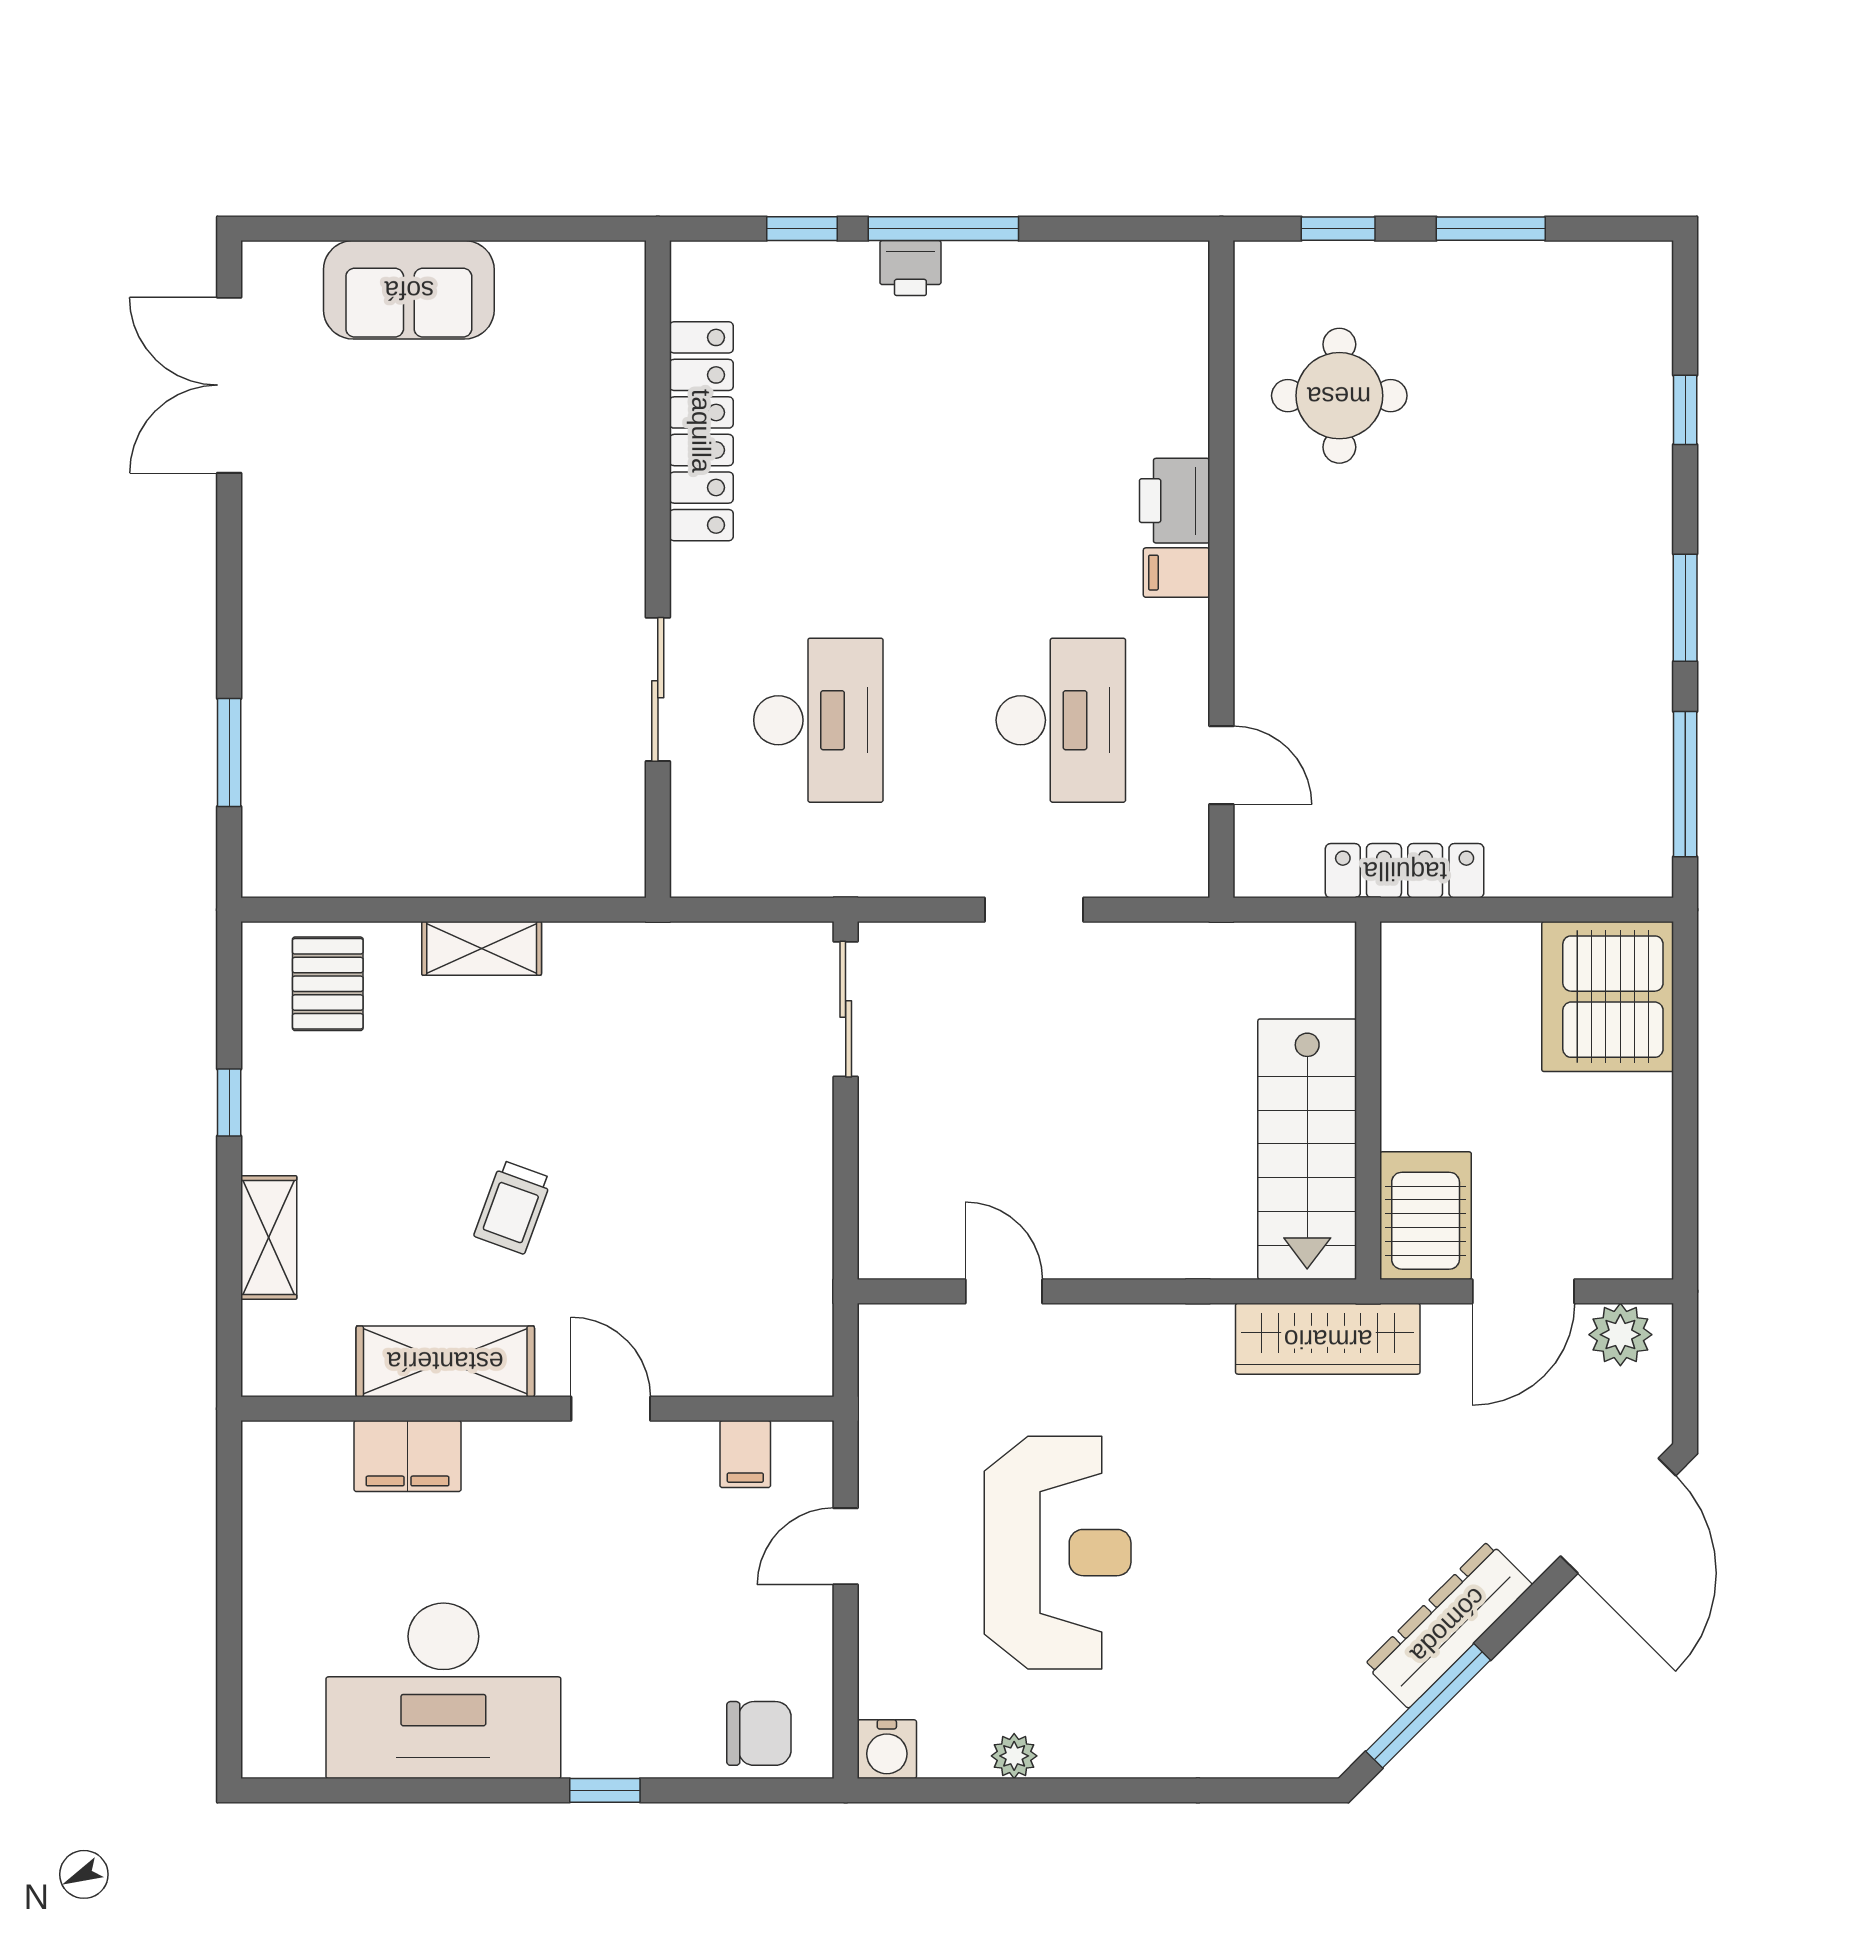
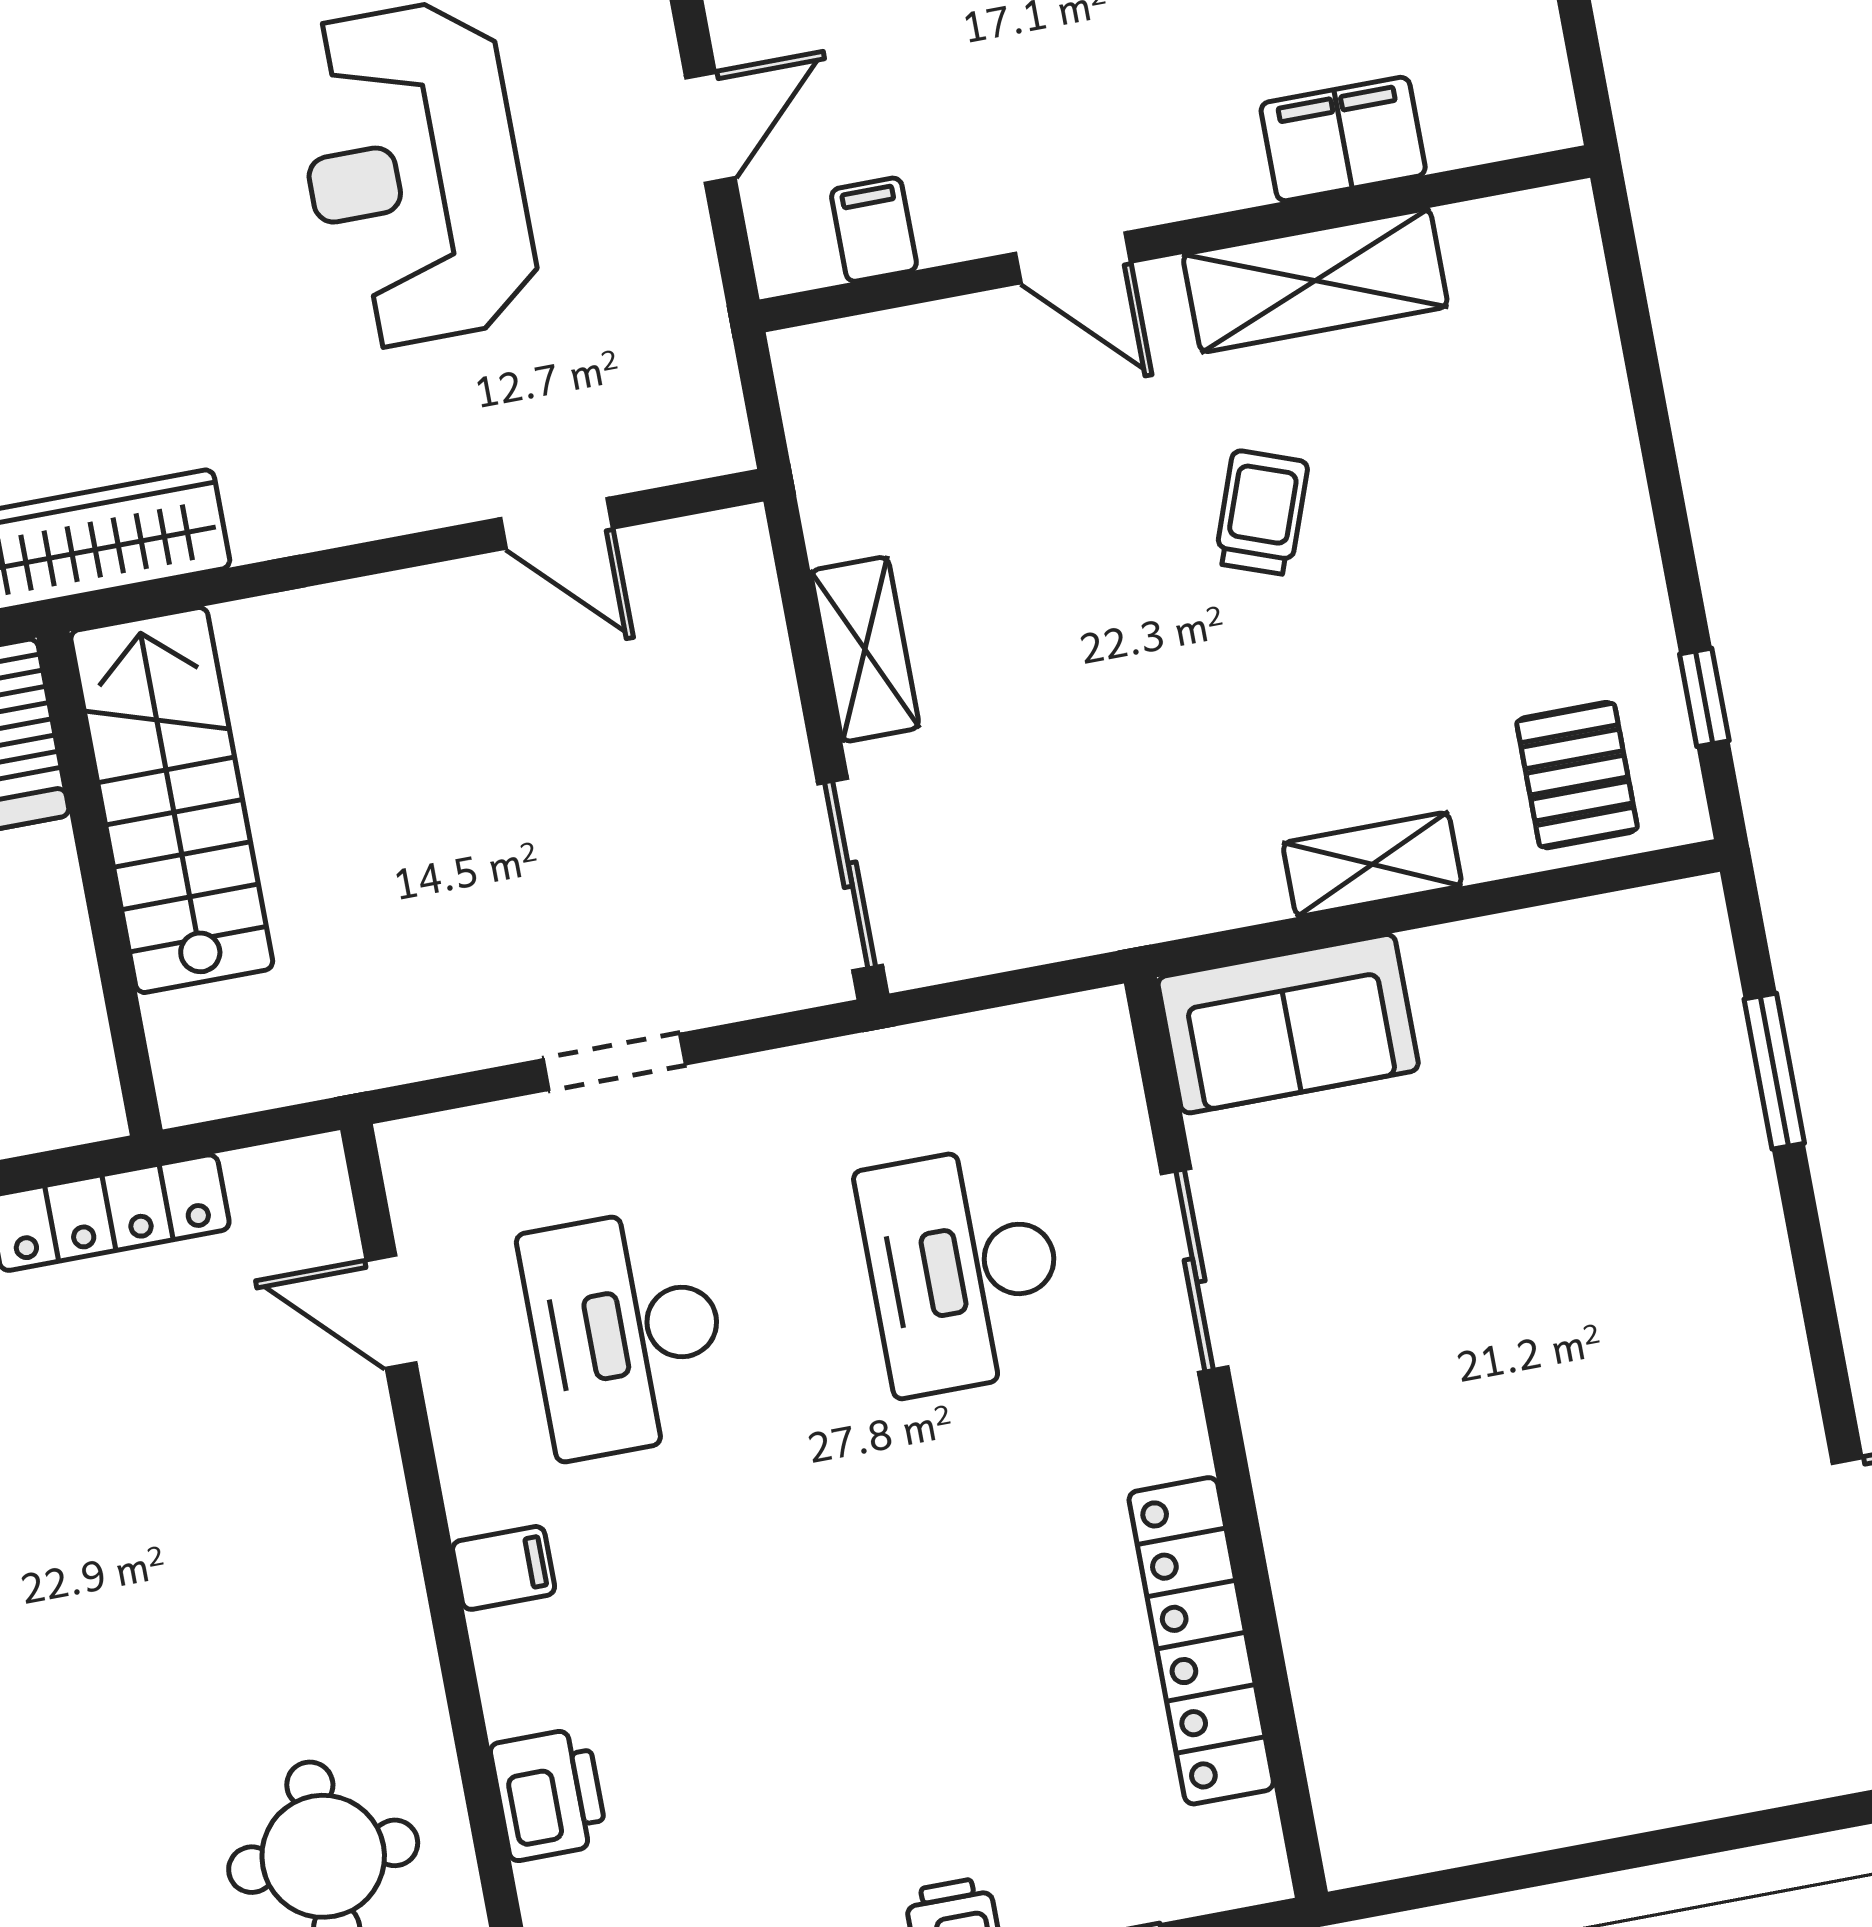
sofa: (409, 290) -> (1288, 1024), moved, turned 180
printer: (1175, 501) -> (549, 1794), moved
window: (229, 1103) -> (1704, 697), moved
shelving: (269, 1237) -> (865, 649), moved

